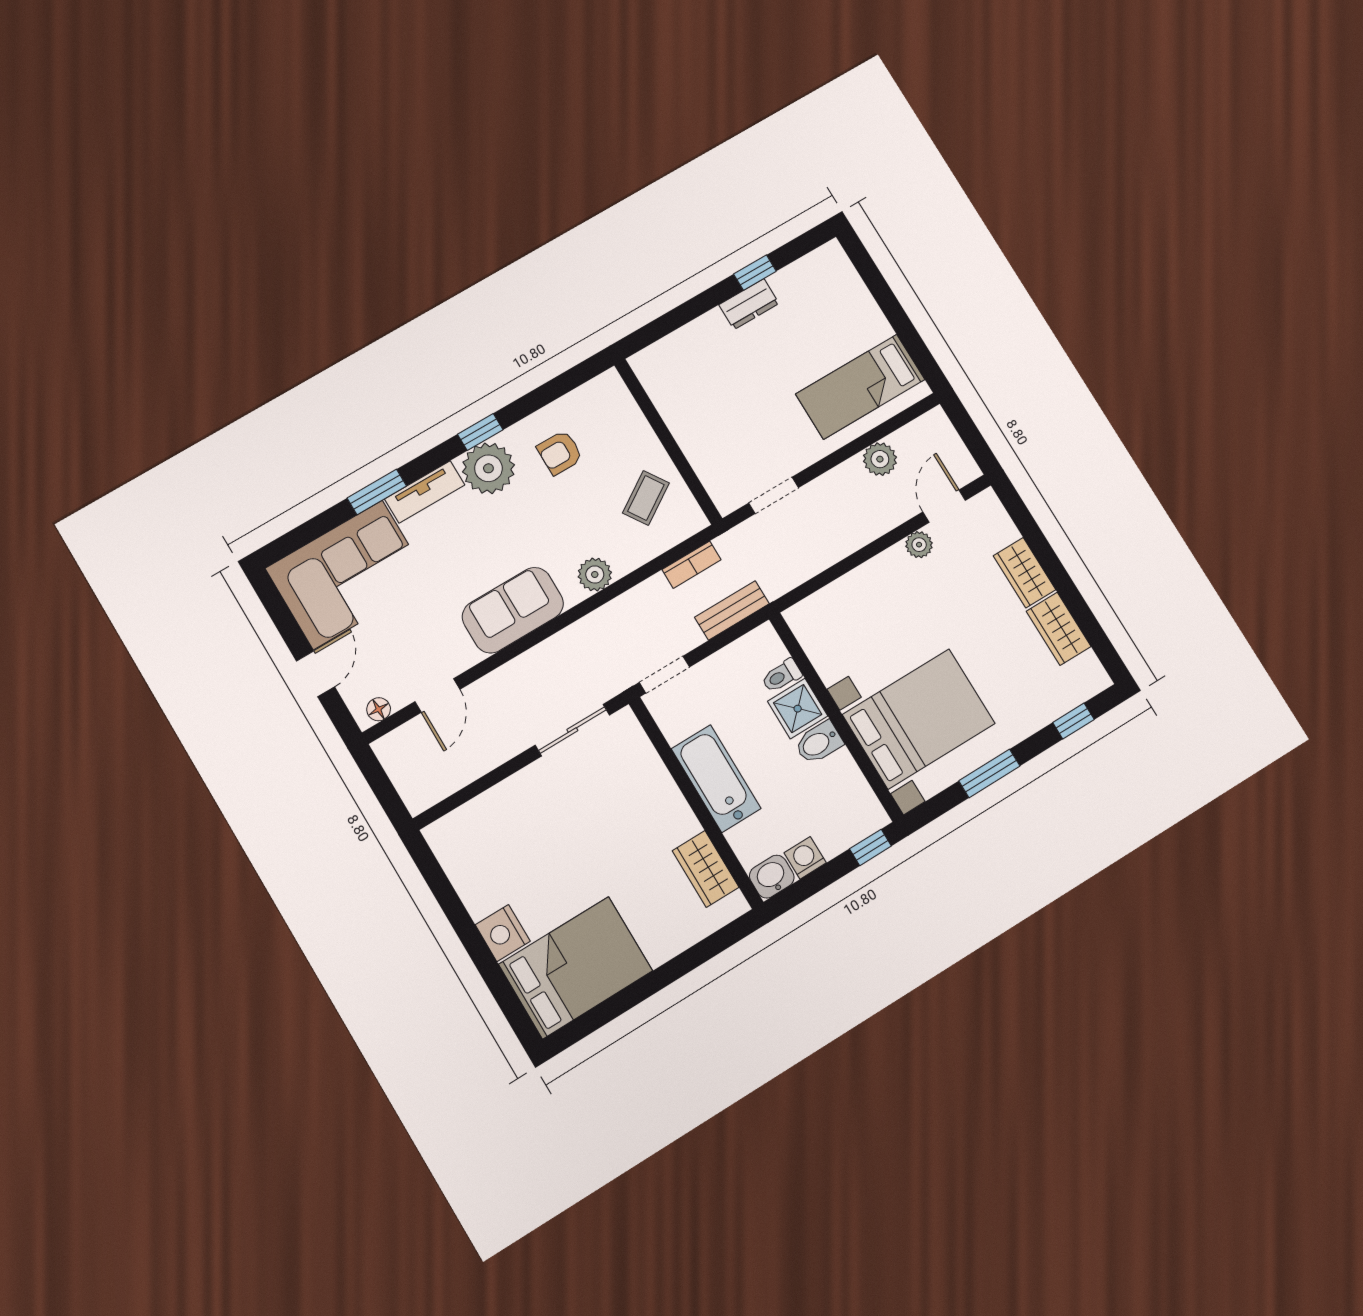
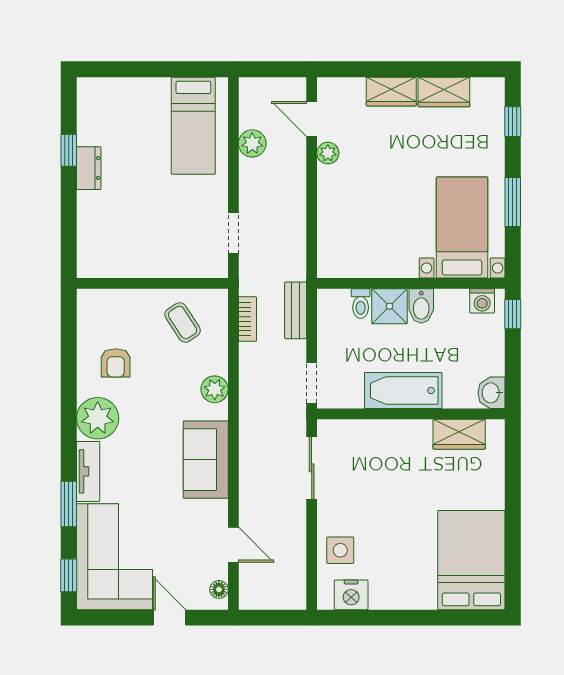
window: (480, 432) -> (69, 575), moved
bed with nightstands: (919, 719) -> (462, 228), width x0.73
side table: (501, 816) -> (340, 550), added
washing machine: (805, 858) -> (482, 301), moved, turned -90
nightstand: (503, 933) -> (351, 595), moved

